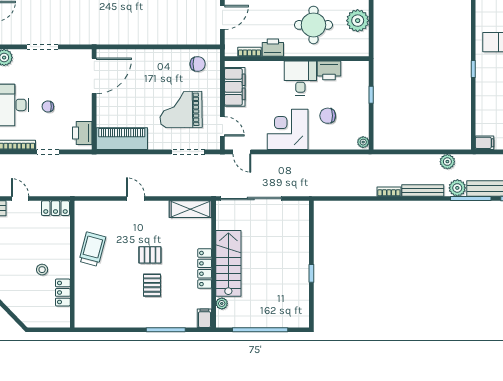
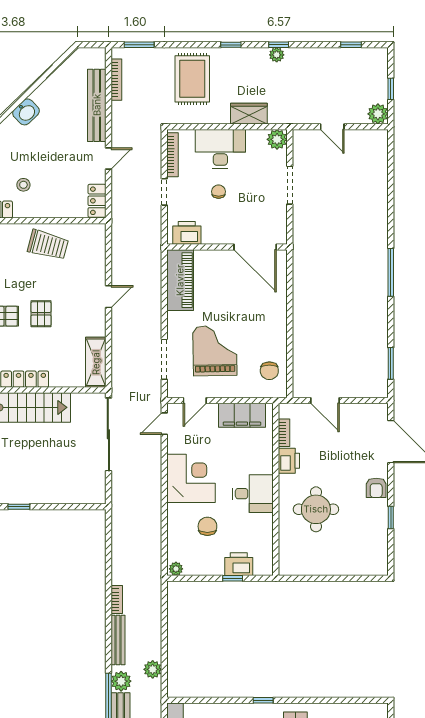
plant: (358, 21) -> (321, 562), removed
printer: (329, 70) -> (239, 564), moved, turned 90

